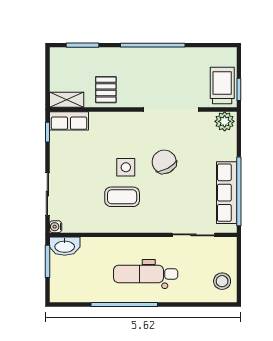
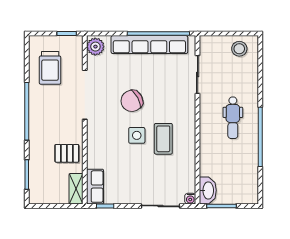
trolley: (222, 85) -> (50, 68), moved, turned -90
row of seats: (227, 193) -> (149, 45), width x1.36
dental chair: (146, 274) -> (233, 118), width x0.73, depth x0.72

